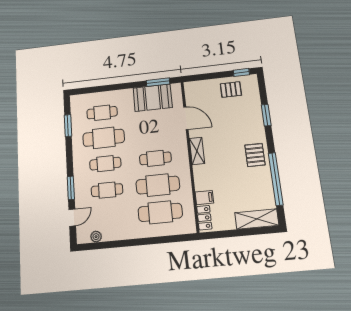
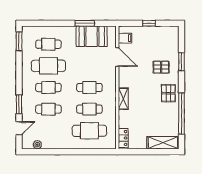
window: (241, 72) -> (149, 23), moved
window: (158, 82) -> (85, 23), moved
pallet: (231, 90) -> (161, 67), moved
window: (68, 126) -> (19, 41), moved
shelving: (197, 151) -> (123, 99), moved
cafe table: (158, 185) -> (89, 109), width x0.73, depth x0.74
filing cabinet: (204, 198) -> (125, 38), moved

